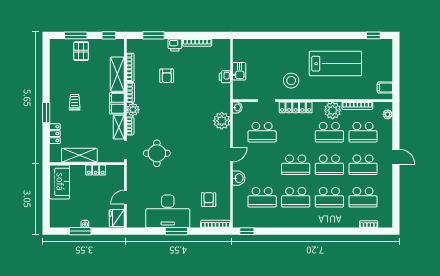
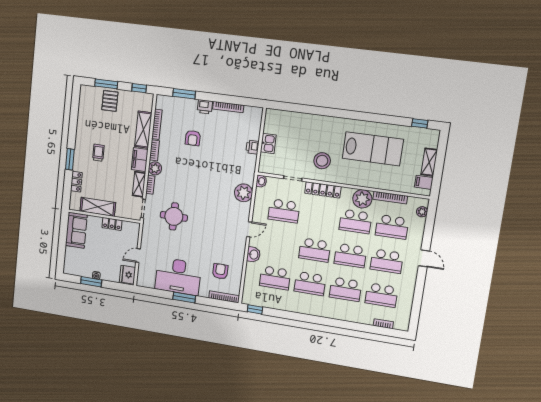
shelving: (387, 69) -> (429, 162), added

